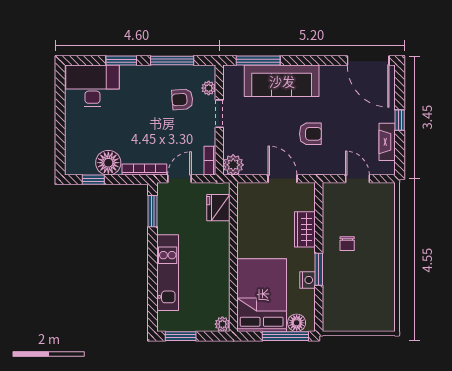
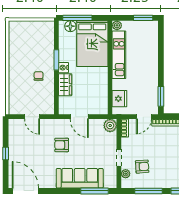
fireplace: (387, 142) -> (13, 140), removed
kitchen unit: (168, 273) -> (119, 55), moved, turned 180
nightstand: (308, 280) -> (63, 68), moved

